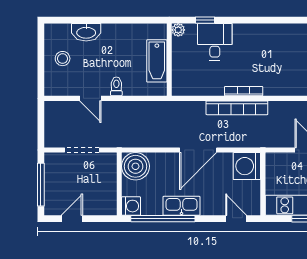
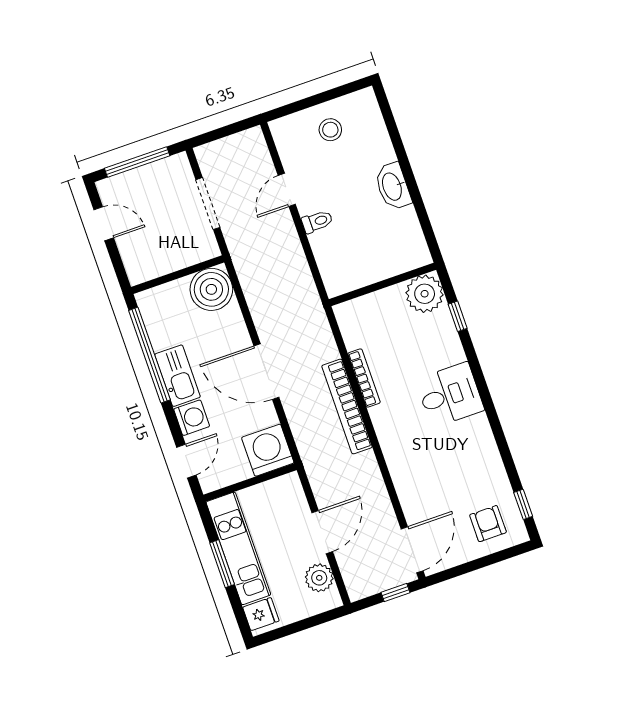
plant: (178, 30) -> (425, 294), width x1.87, depth x1.87
washbasin: (86, 32) -> (393, 186), moved
desk: (215, 42) -> (450, 395), moved
bathtub: (157, 61) -> (374, 267), removed
bookcase: (244, 91) -> (364, 378), moved
washing machine: (131, 206) -> (192, 418), moved, turned -90

